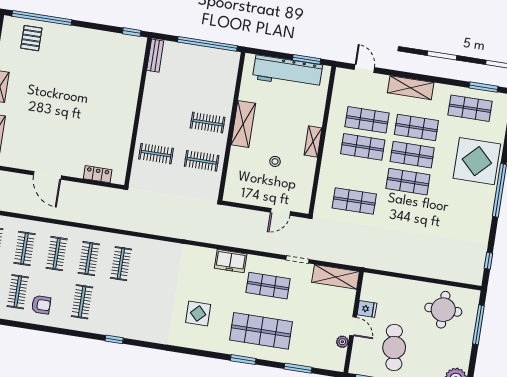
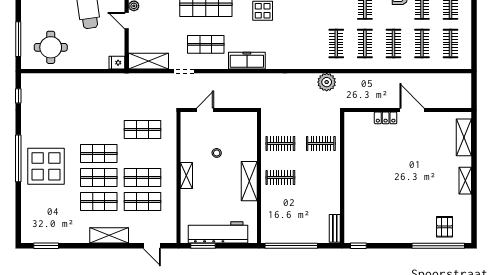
shop shelf: (470, 108) -> (55, 226), removed
display table: (477, 161) -> (46, 166), moved
locker: (98, 174) -> (386, 118), moved
plant: (139, 222) -> (327, 82), added
freezer: (231, 261) -> (247, 61), width x1.40
fridge: (367, 309) -> (117, 63), moved

